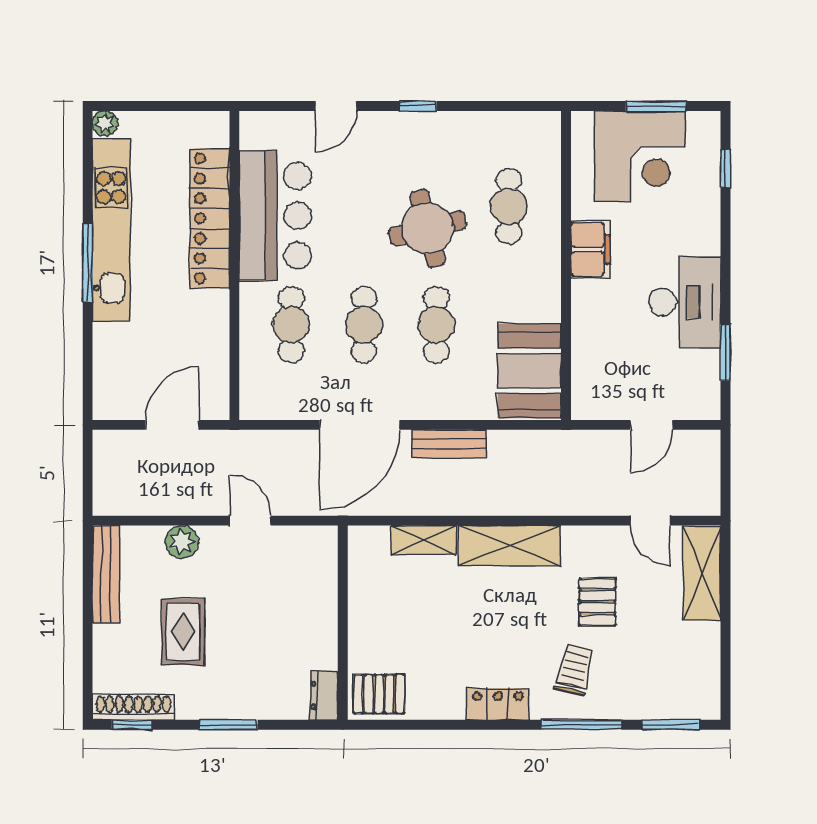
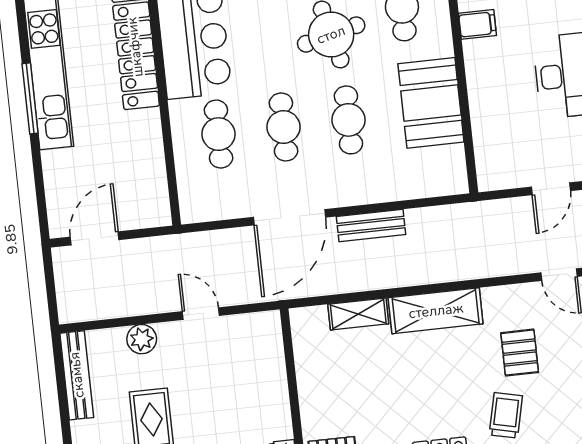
filing cabinet: (590, 249) -> (477, 24), width x0.50
booth: (529, 371) -> (431, 103), moved
door: (172, 425) -> (95, 238), moved

